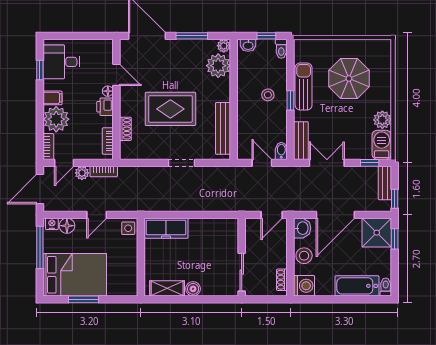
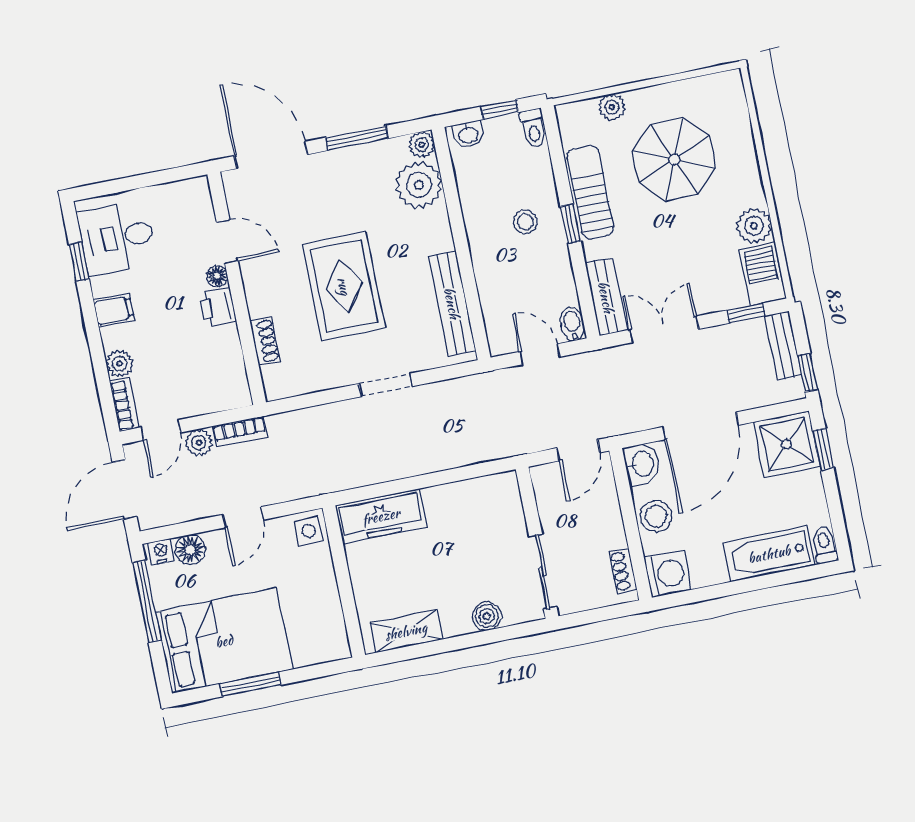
plant: (323, 46) -> (612, 107), added
rug: (170, 109) -> (344, 286), turned 90
plant: (56, 119) -> (120, 364), width x0.53, depth x0.53
bookcase: (108, 141) -> (236, 372), removed
boiler: (193, 289) -> (487, 616), moved

